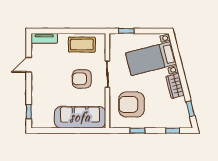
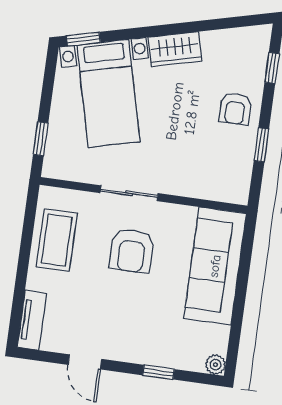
armchair: (131, 105) -> (235, 109), moved, width x0.53, depth x0.53
window: (190, 109) -> (83, 39), moved
window: (29, 112) -> (158, 372), moved
plant: (36, 124) -> (215, 365), added

